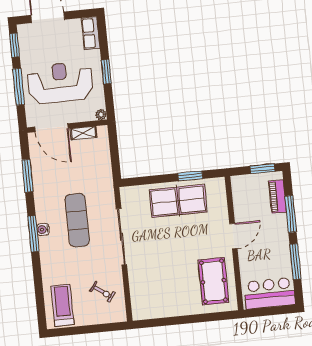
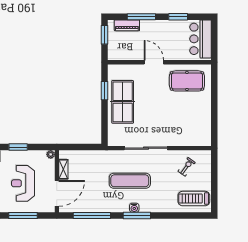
reception desk: (60, 83) -> (23, 183), width x0.74, depth x0.77
window: (28, 176) -> (92, 215), width x1.46
window: (295, 262) -> (178, 17), width x0.69

